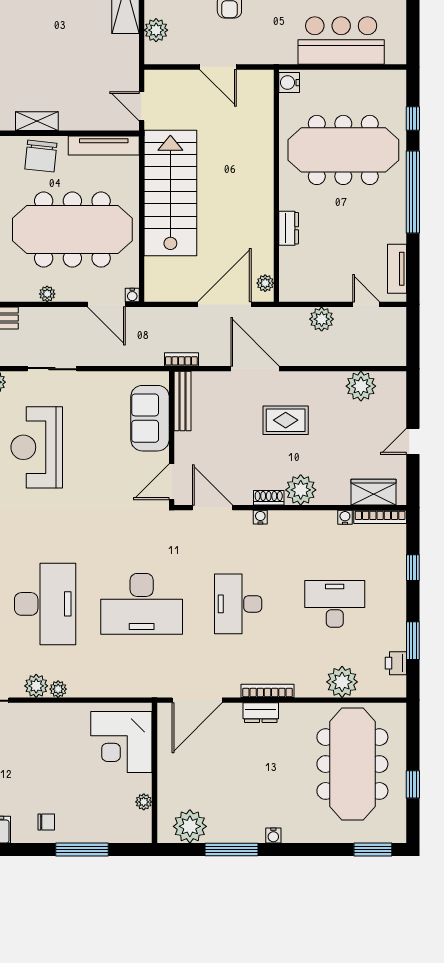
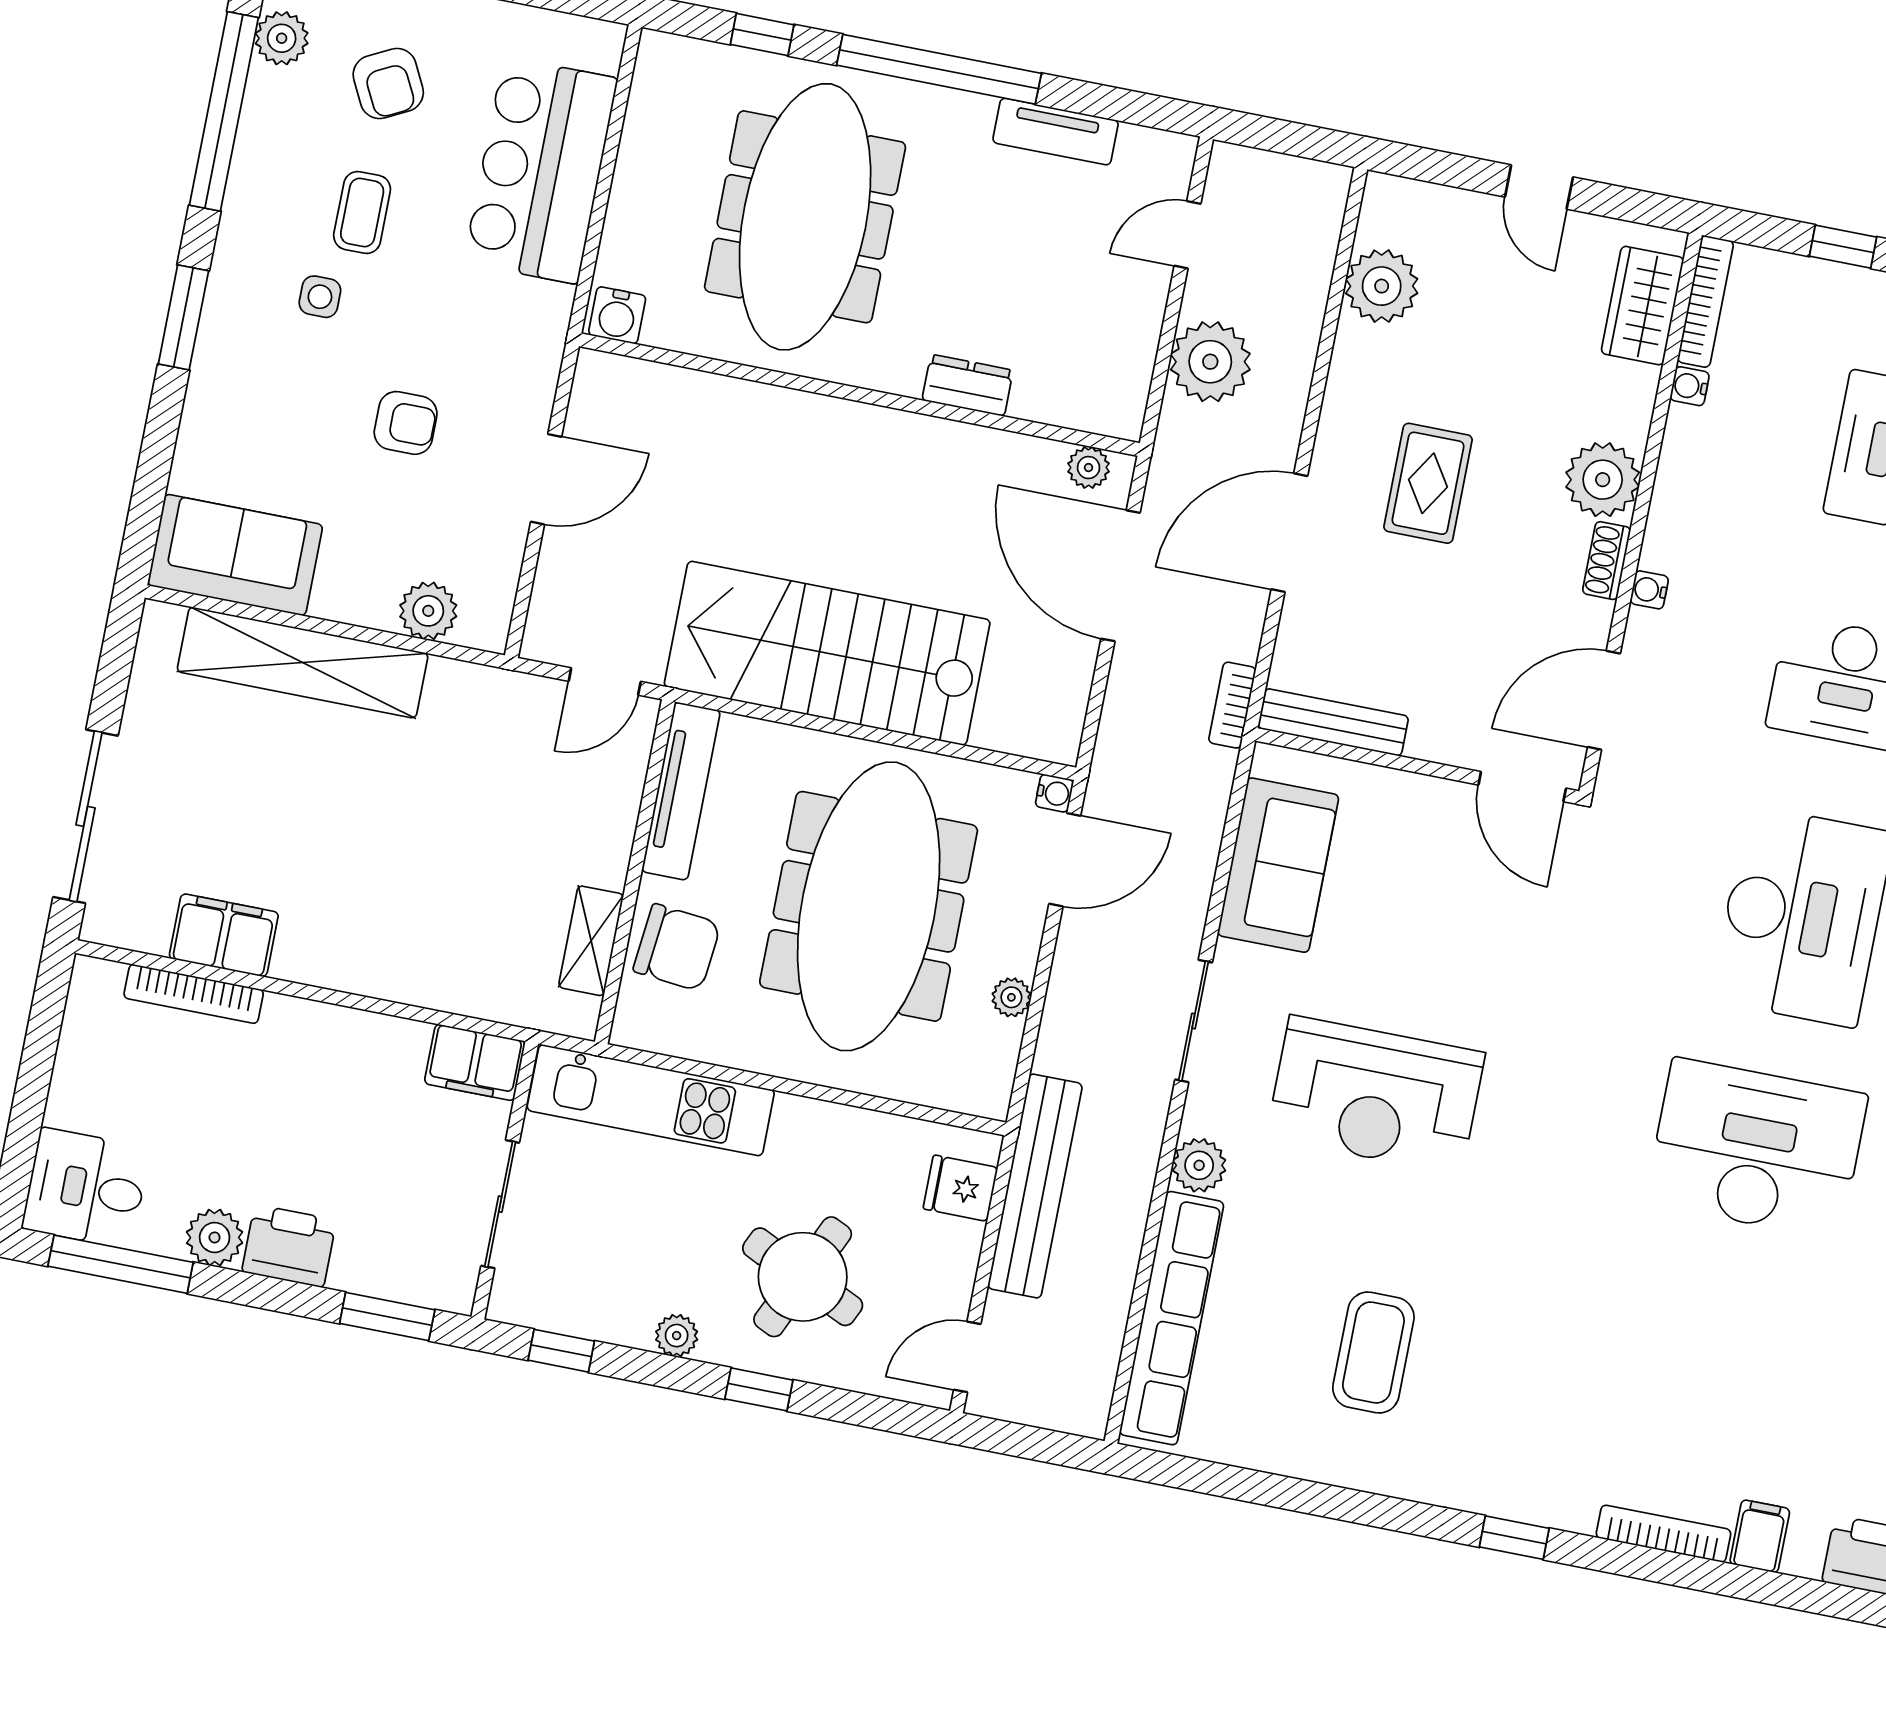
tv unit: (397, 269) -> (1056, 132), moved
plant: (322, 319) -> (1210, 362), width x1.36, depth x1.36
sofa: (150, 418) -> (1278, 865), moved, turned -90

